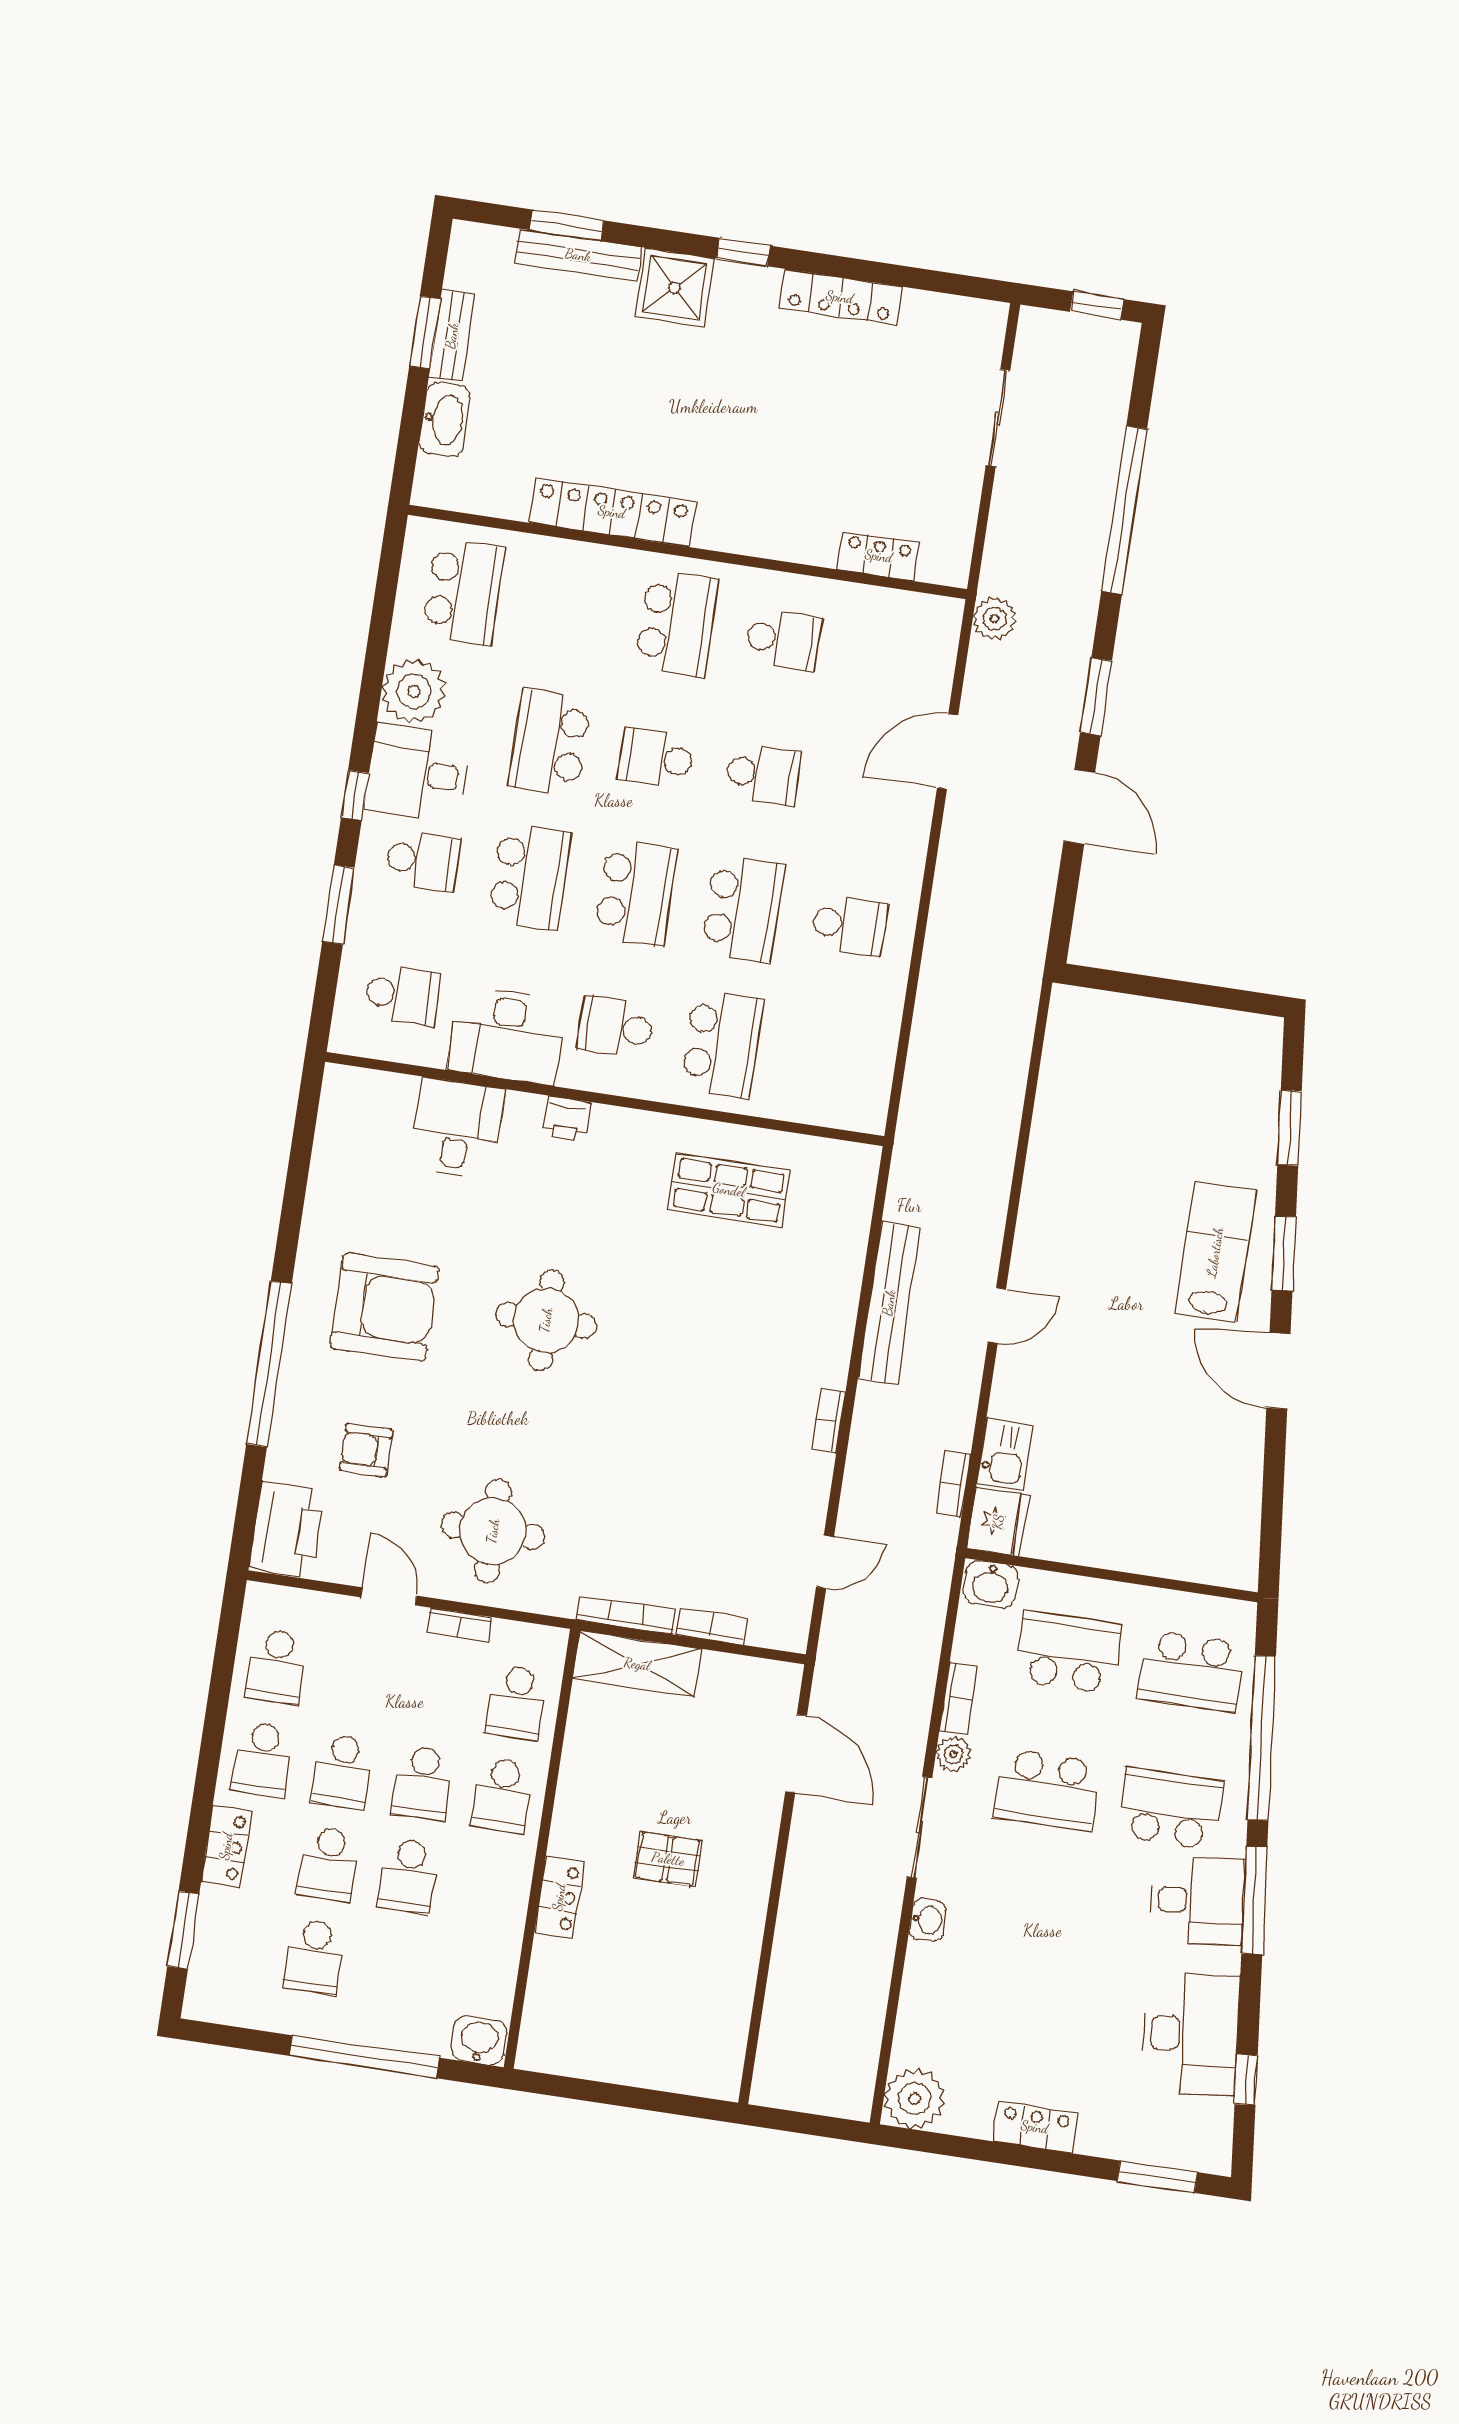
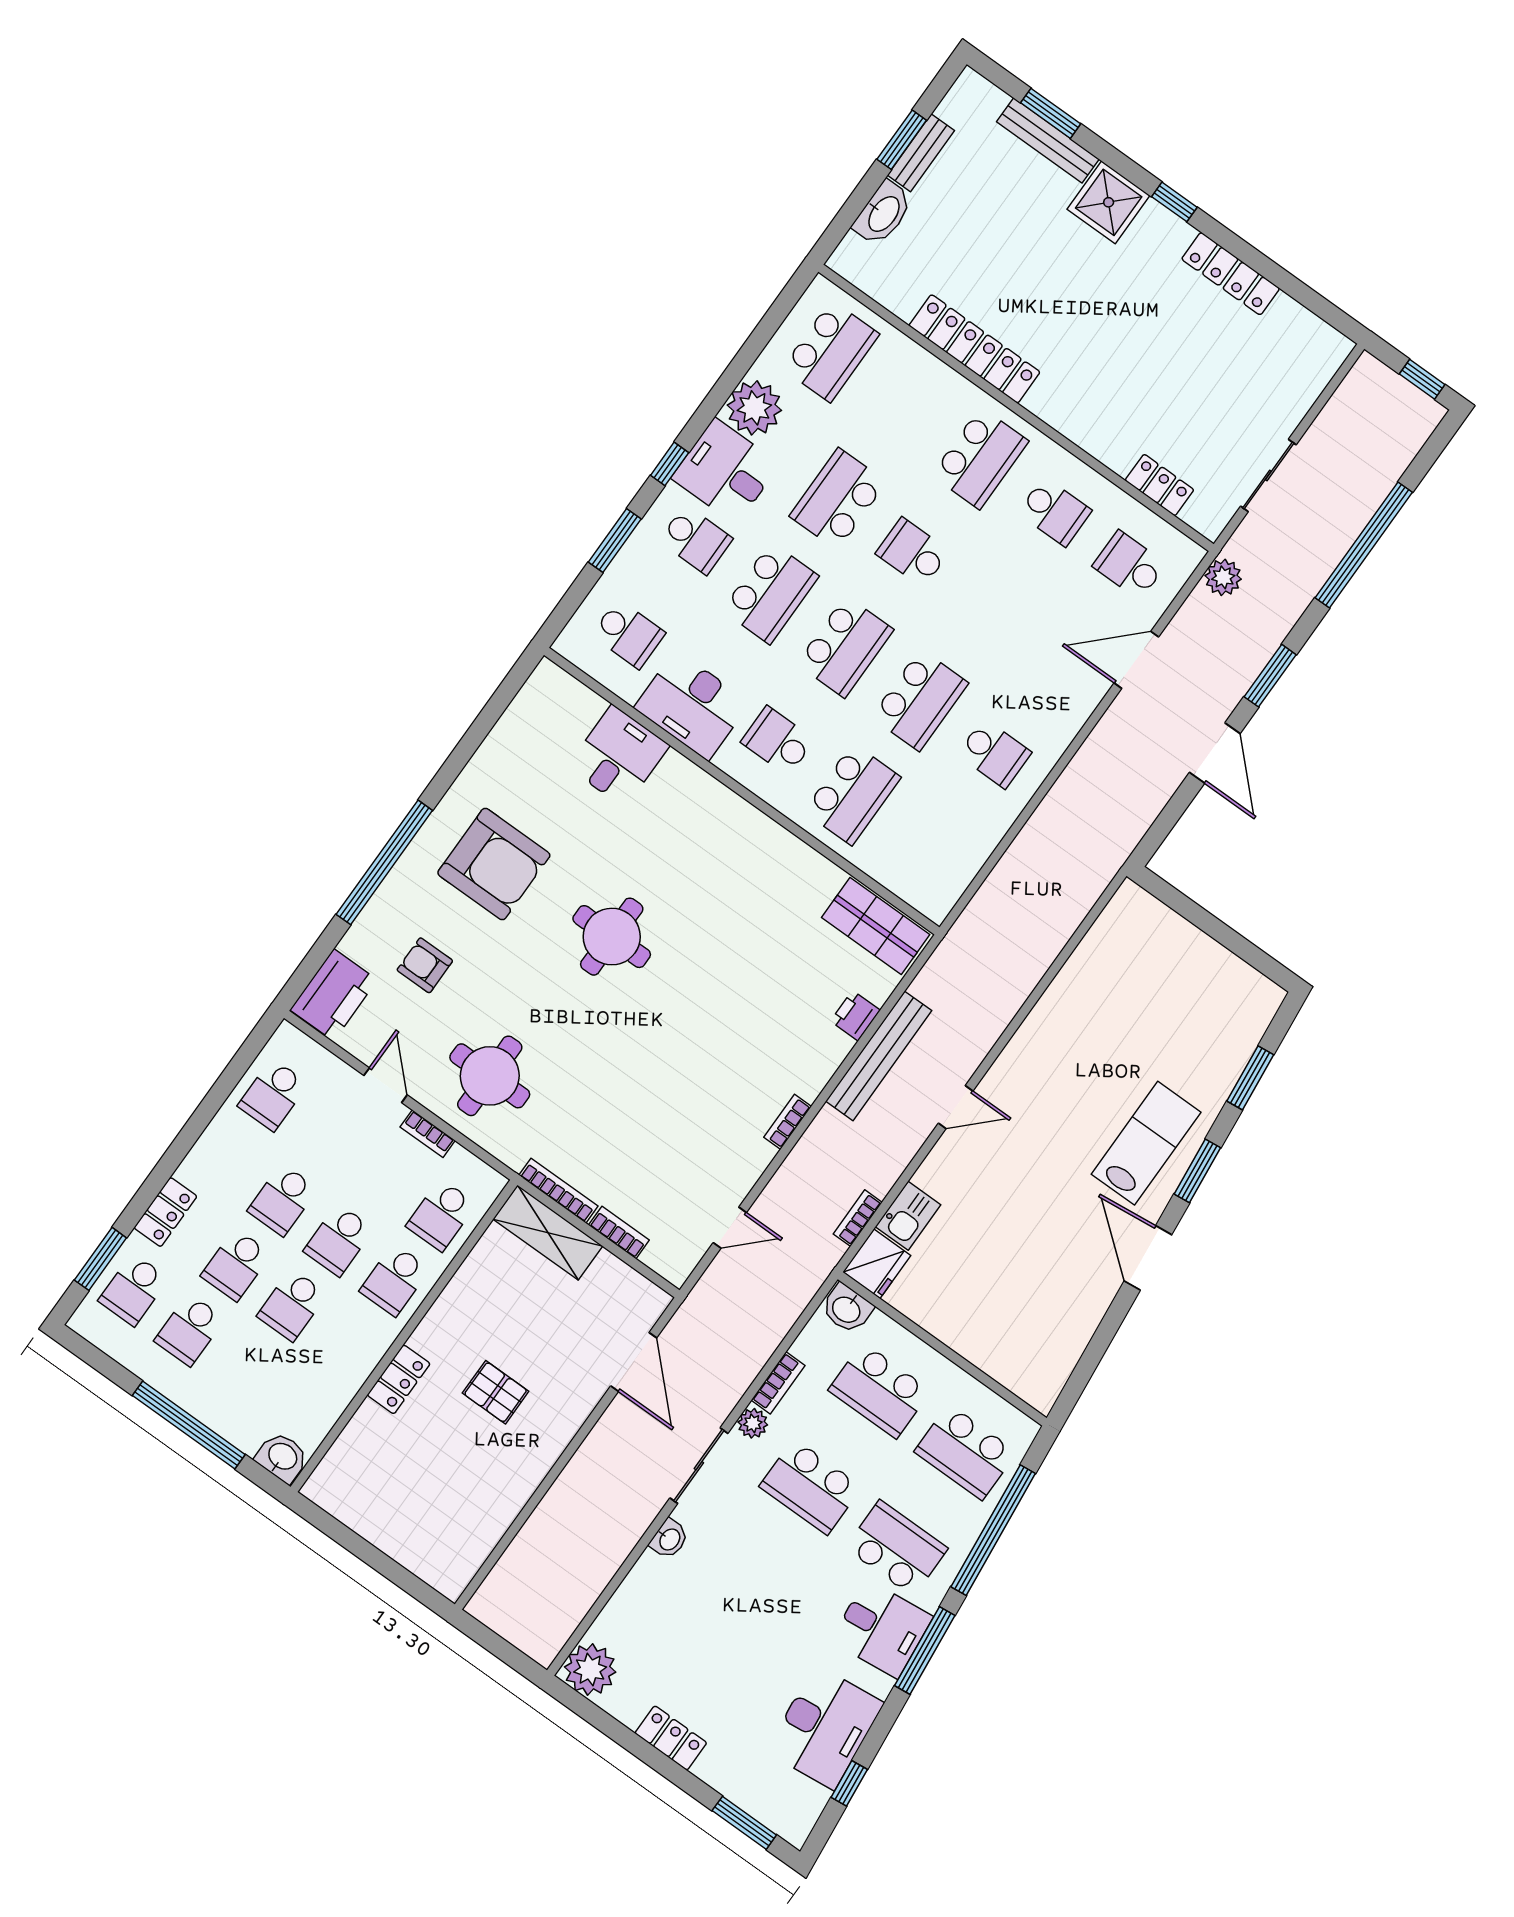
sliding door: (998, 418) -> (1268, 476), moved
school desk: (763, 774) -> (1129, 565), moved, turned 180
printer: (566, 1119) -> (855, 1016), moved, turned 90
shop shelf: (729, 1190) -> (876, 926), moved
school desk: (1068, 1652) -> (880, 1390), turned 180
school desk: (262, 1759) -> (133, 1290), moved

